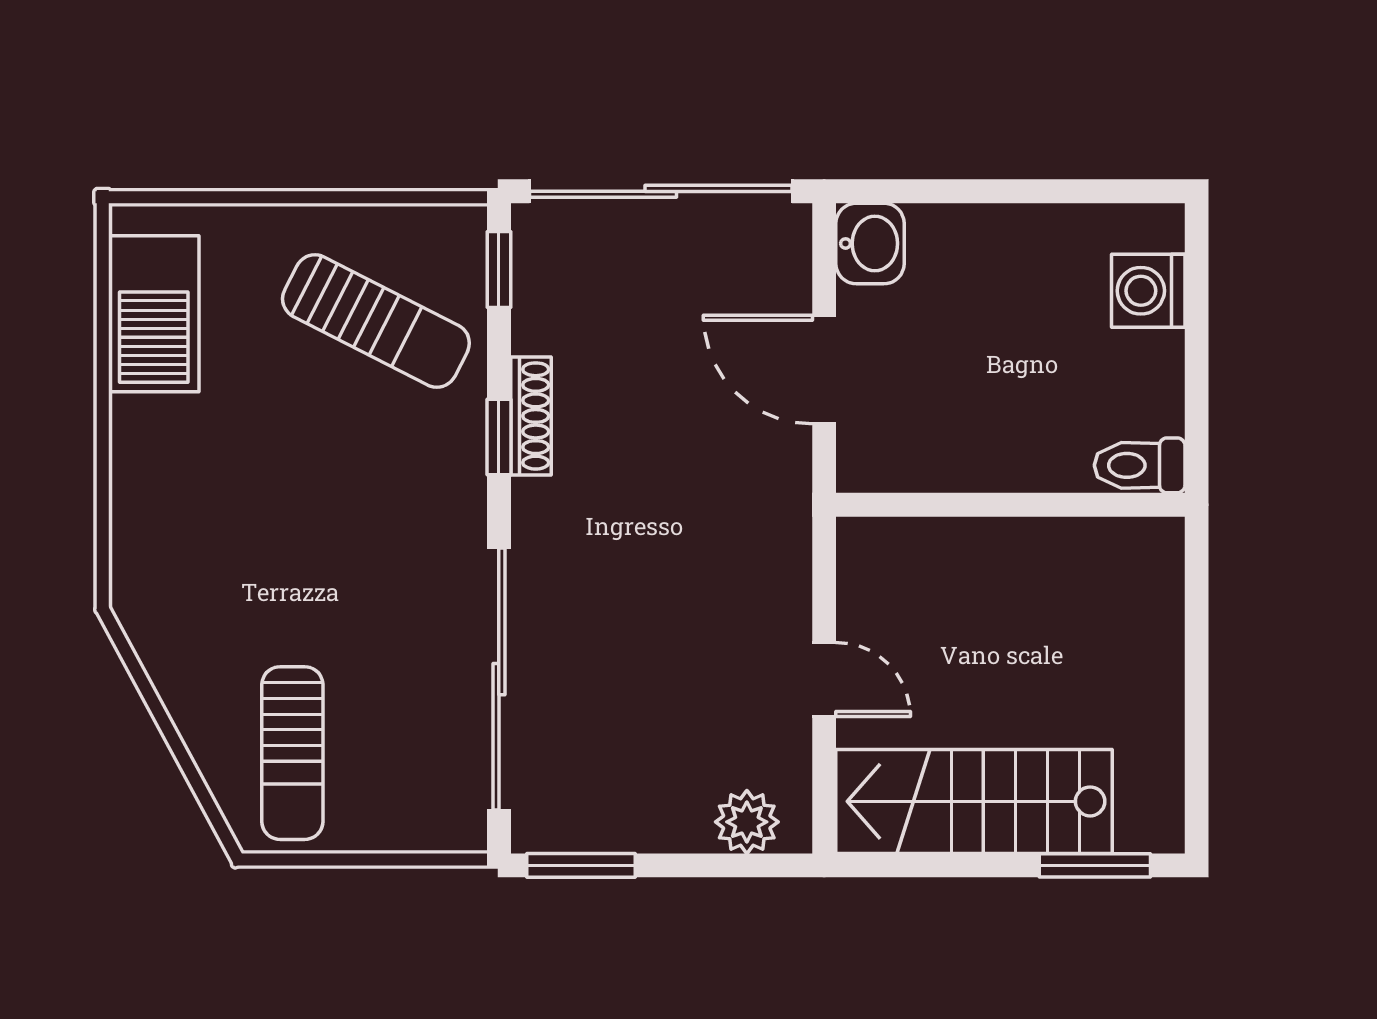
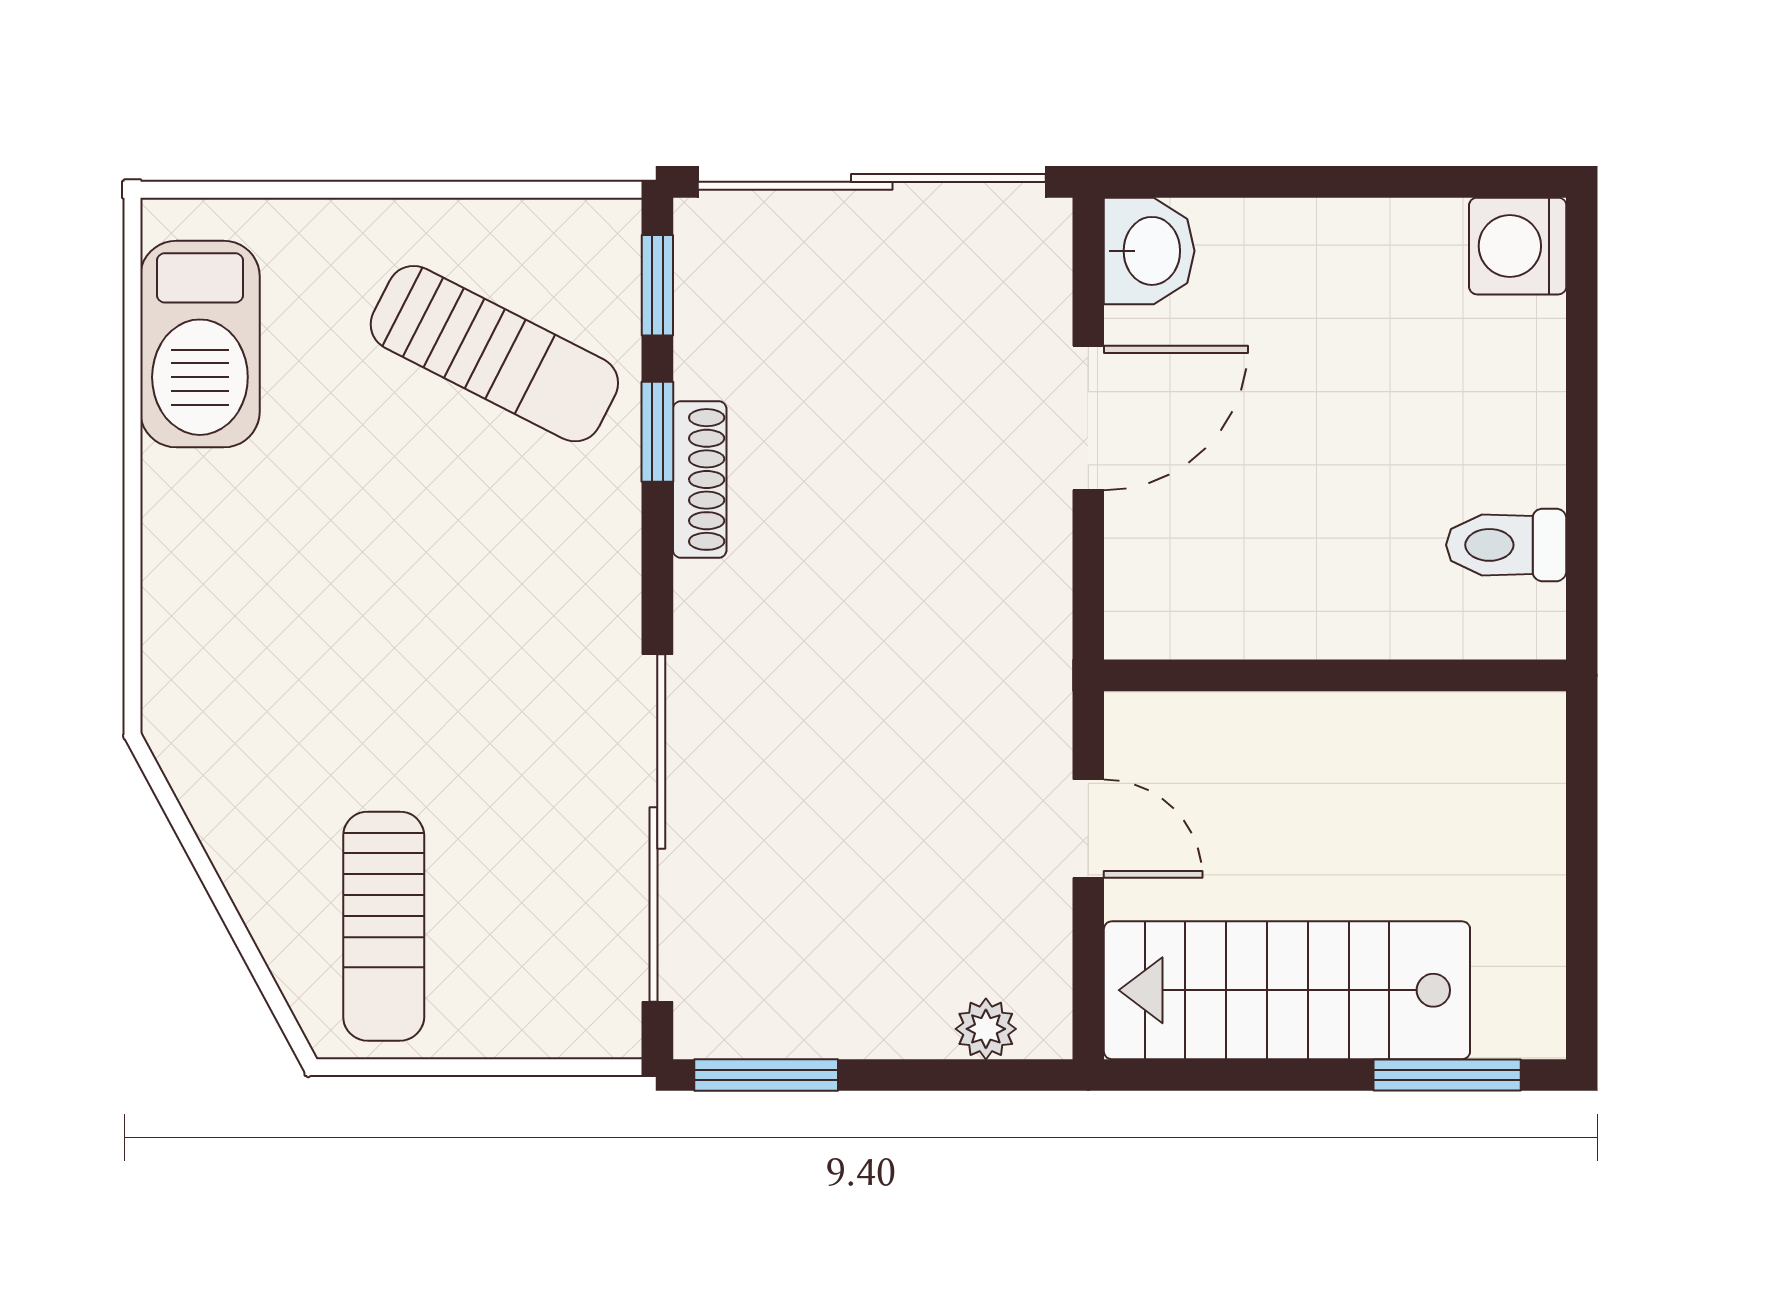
washing machine: (1148, 291) -> (1518, 246), moved
door: (824, 370) -> (1088, 418), swing flipped
window: (499, 437) -> (657, 432), moved
wall: (1010, 505) -> (1335, 675), moved
plant: (747, 822) -> (986, 1029), width x0.73, depth x0.73

